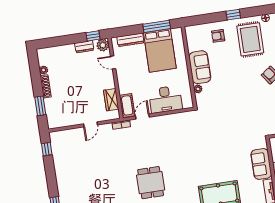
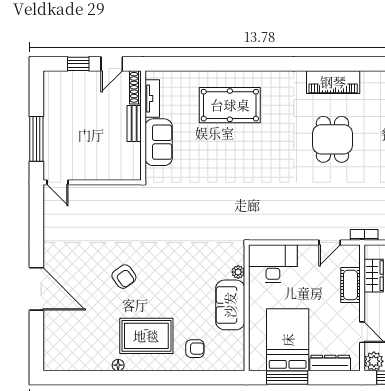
window: (233, 15) -> (167, 378), removed
rug: (250, 39) -> (146, 336), turned 90
desk: (165, 99) -> (273, 264), moved
cot: (127, 105) -> (350, 285), moved

